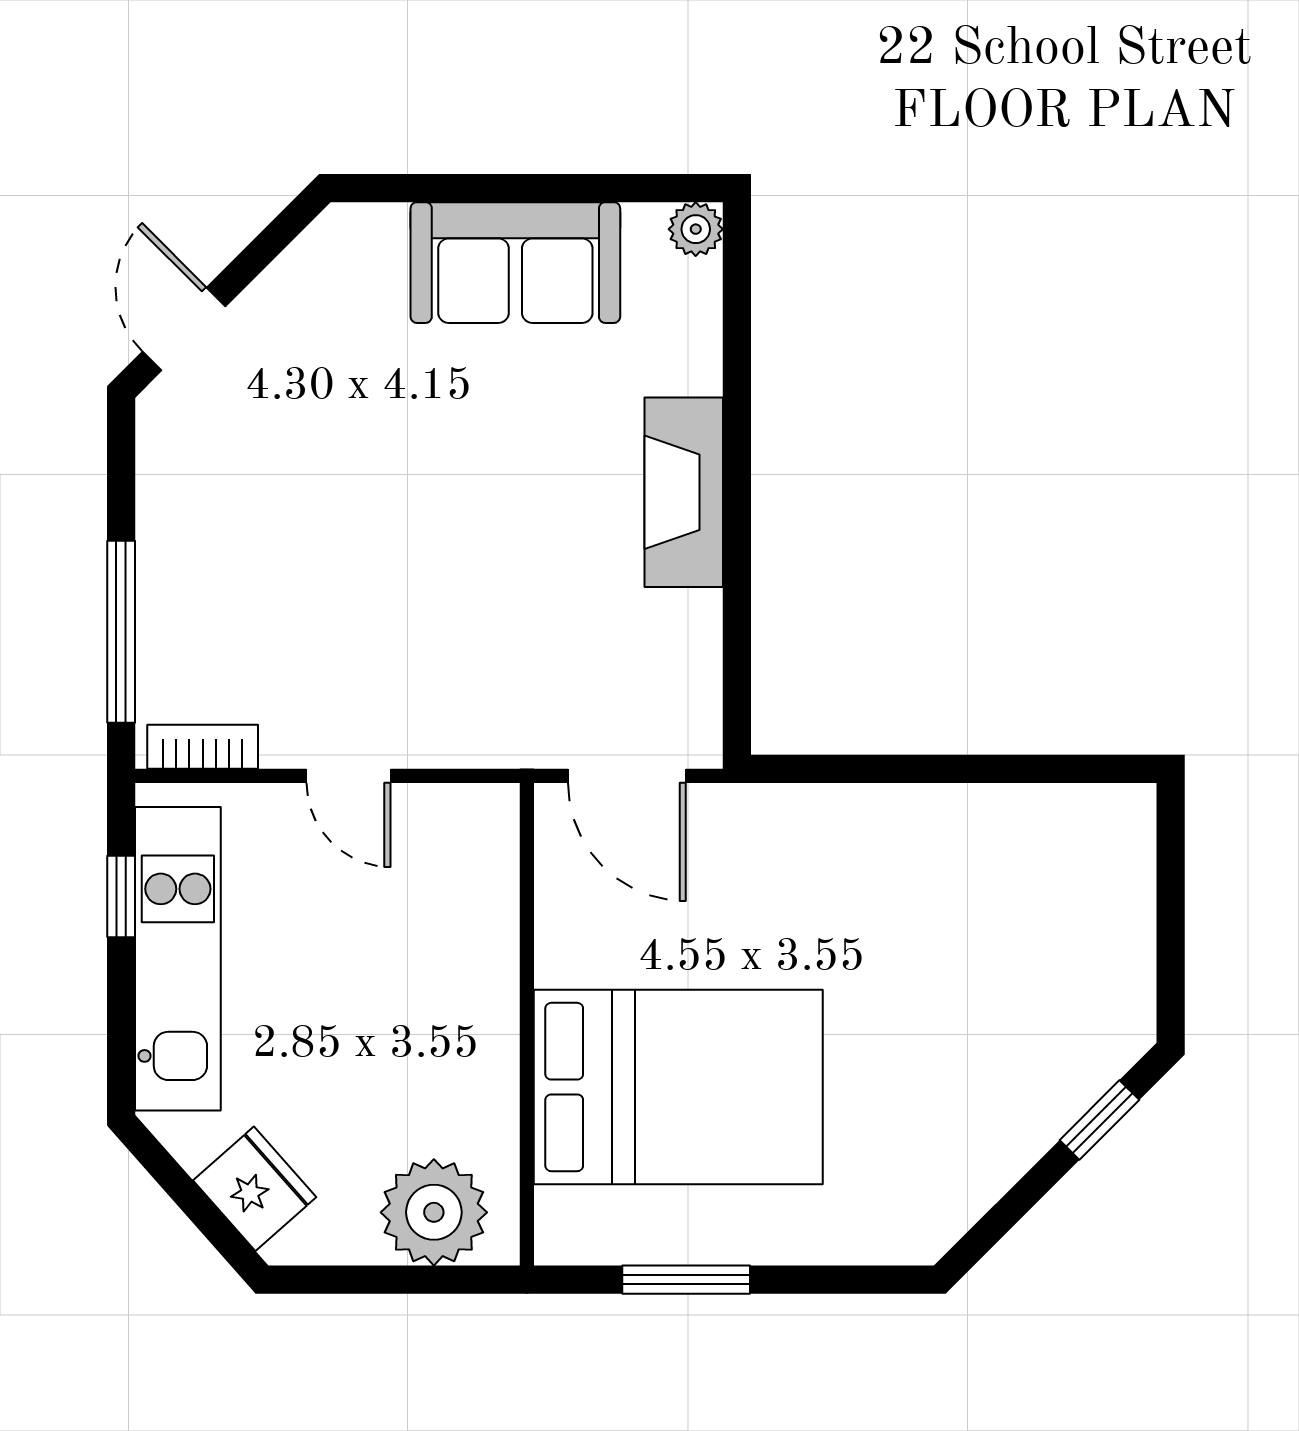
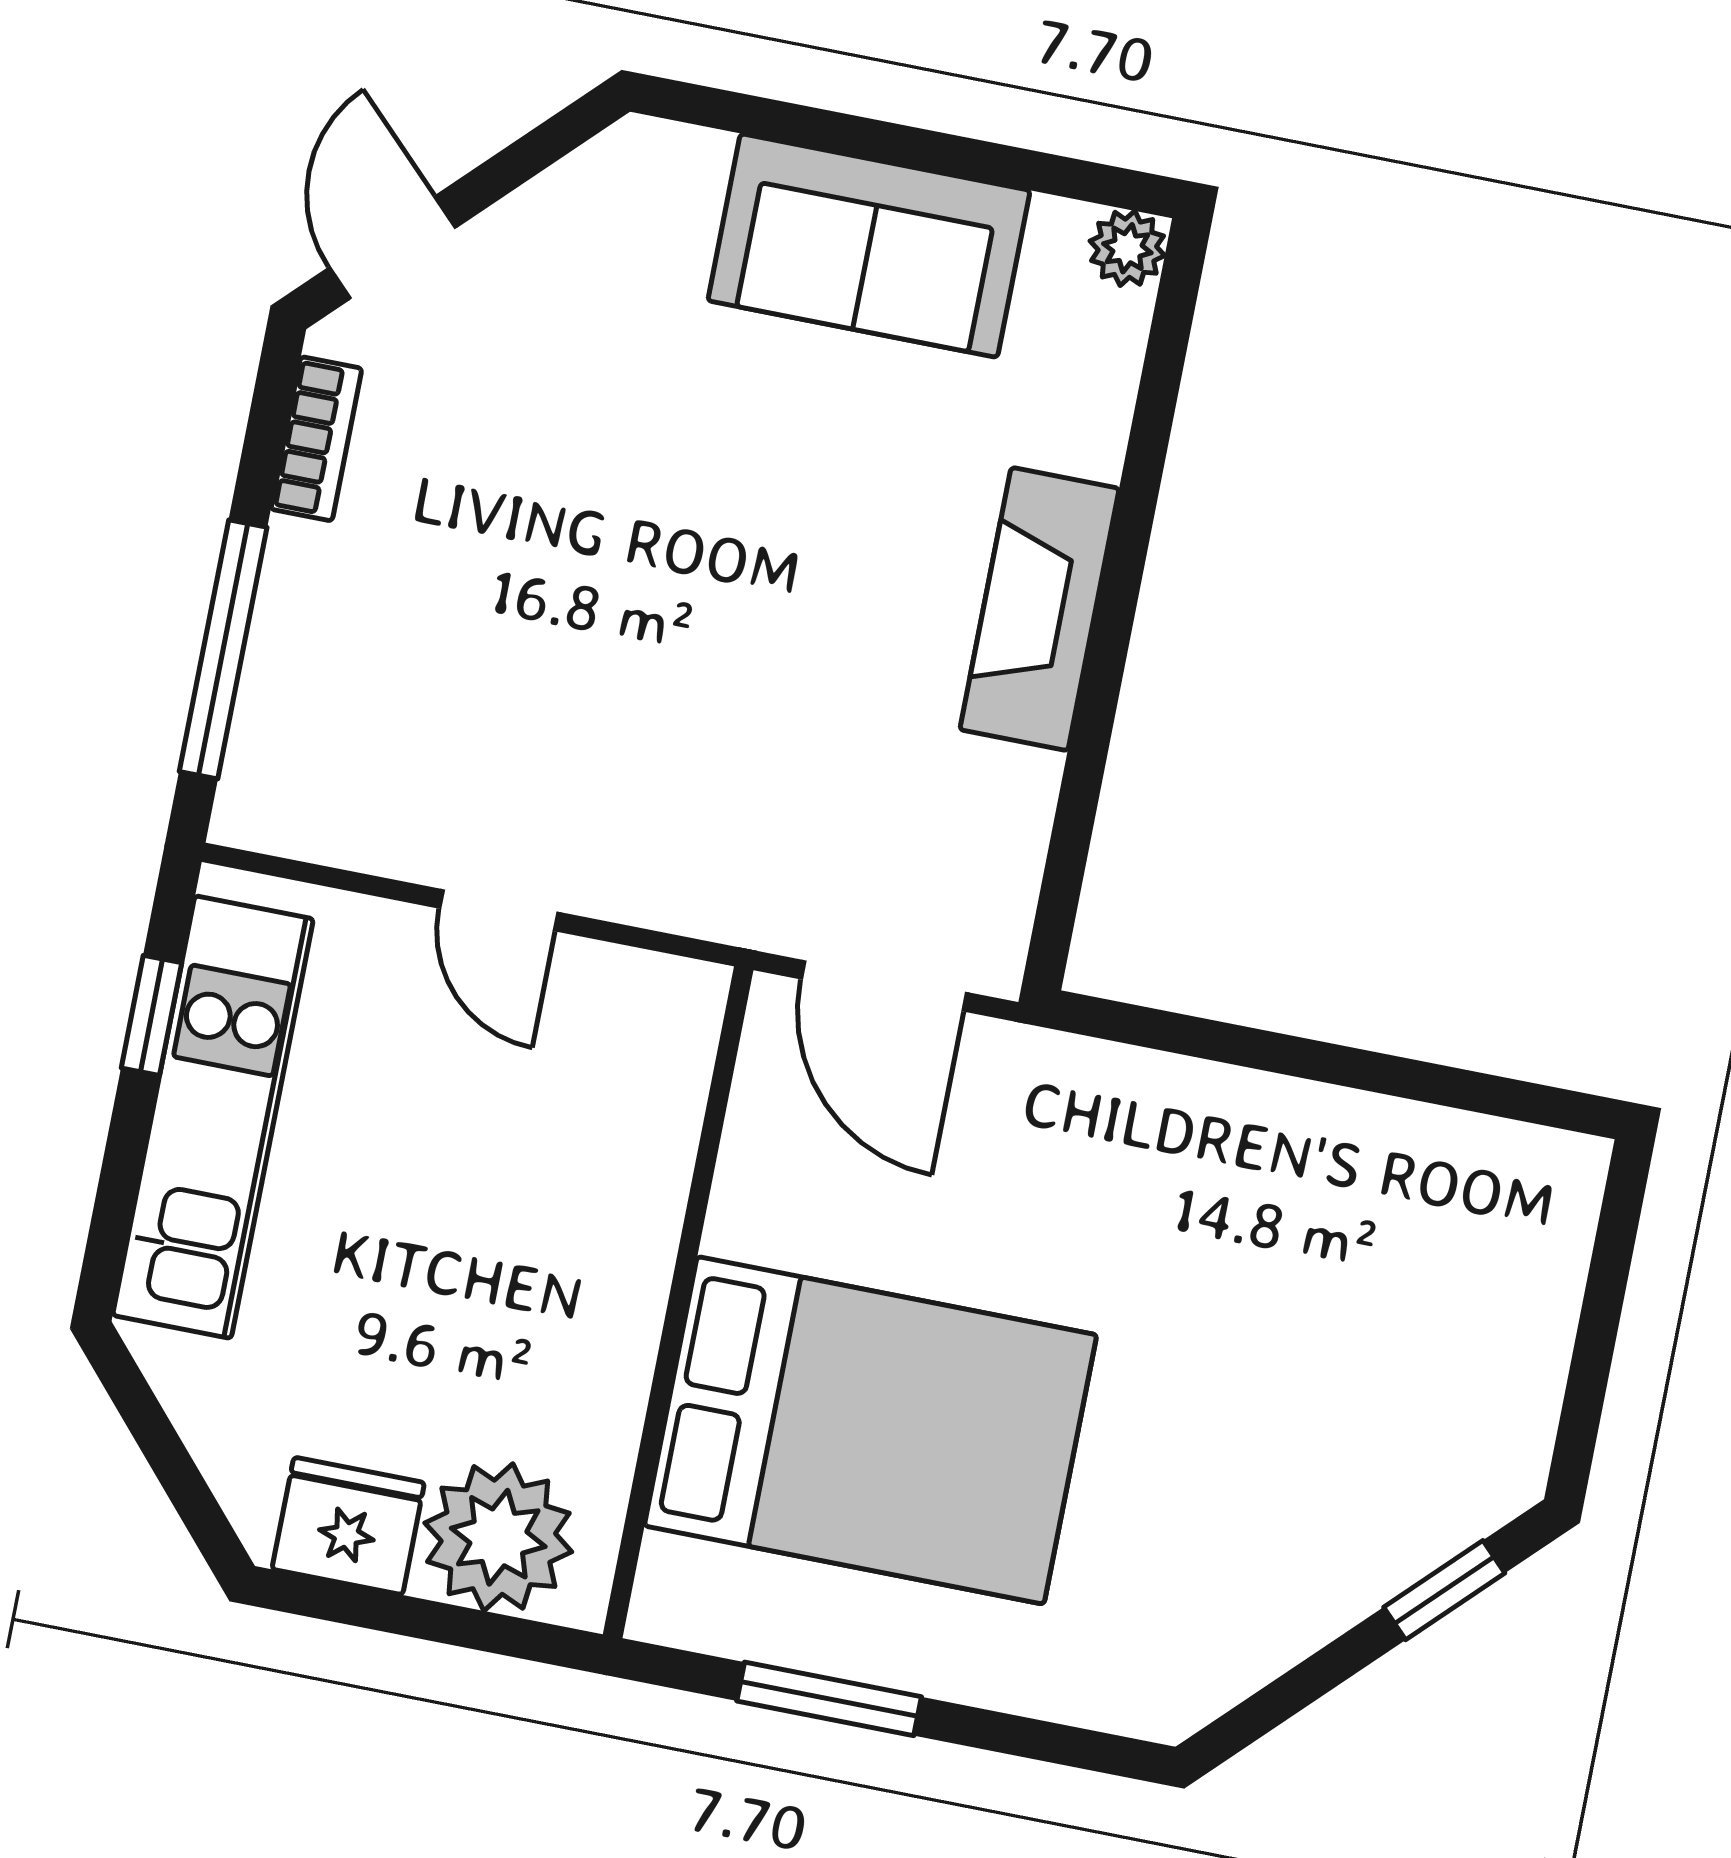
bookcase: (203, 747) -> (316, 439), moved, turned 90
fridge: (255, 1189) -> (348, 1526), moved, turned -49

